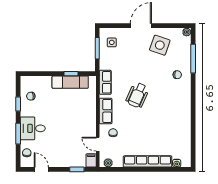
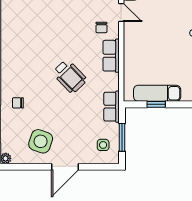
row of seats: (105, 82) -> (112, 107), moved
wheelchair: (137, 95) -> (70, 76), turned 112

